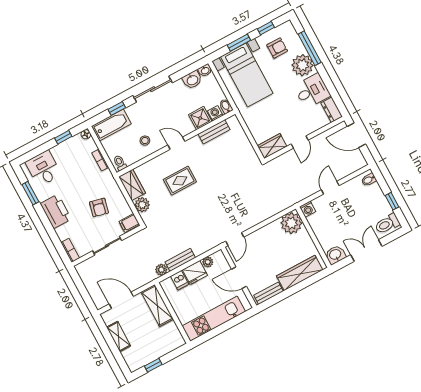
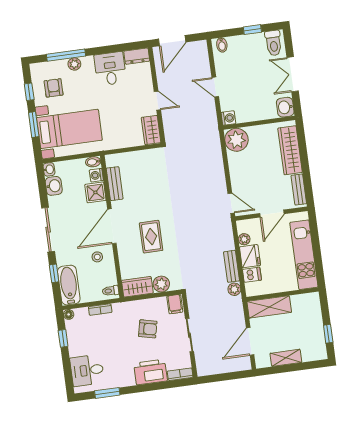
plant: (302, 65) -> (74, 64), width x0.53, depth x0.53
door: (176, 143) -> (112, 226), width x1.87
printer: (56, 211) -> (151, 372), moved

